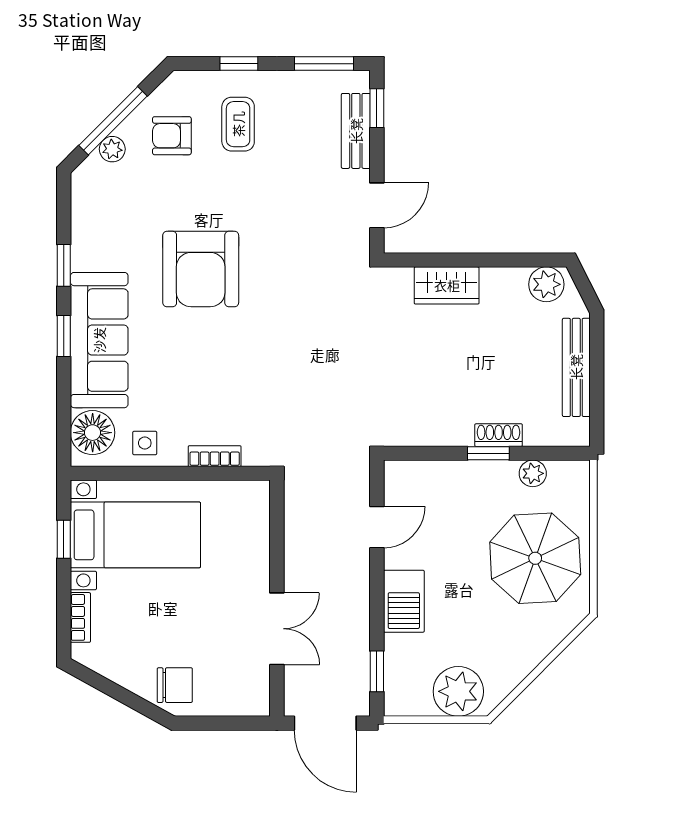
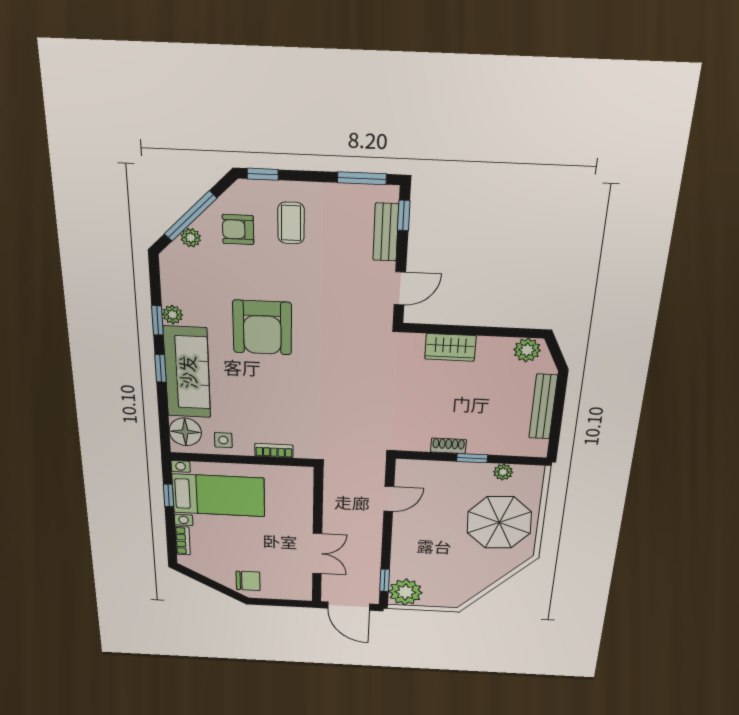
window: (239, 64) -> (263, 174), moved
plant: (84, 256) -> (173, 315), added
shoe rack: (499, 435) -> (448, 446), moved
barbecue: (404, 601) -> (405, 542), removed
plant: (458, 691) -> (405, 592), moved

